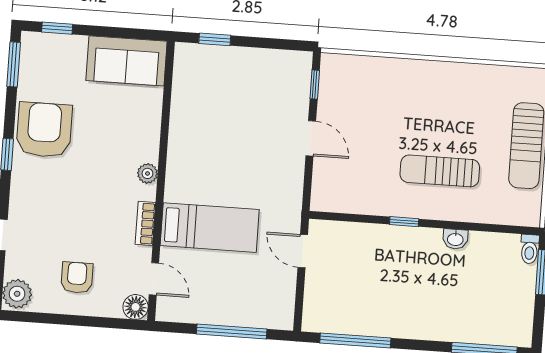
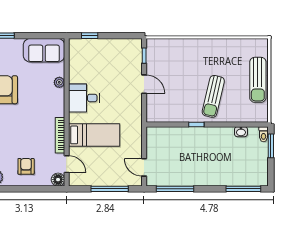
desk: (196, 156) -> (84, 98), added
sun lounger: (440, 171) -> (213, 96), turned -77
plant: (147, 173) -> (59, 82), moved
bookcase: (145, 223) -> (60, 135), width x1.56
washbasin: (455, 239) -> (241, 132), moved
door: (303, 251) -> (144, 167), moved

